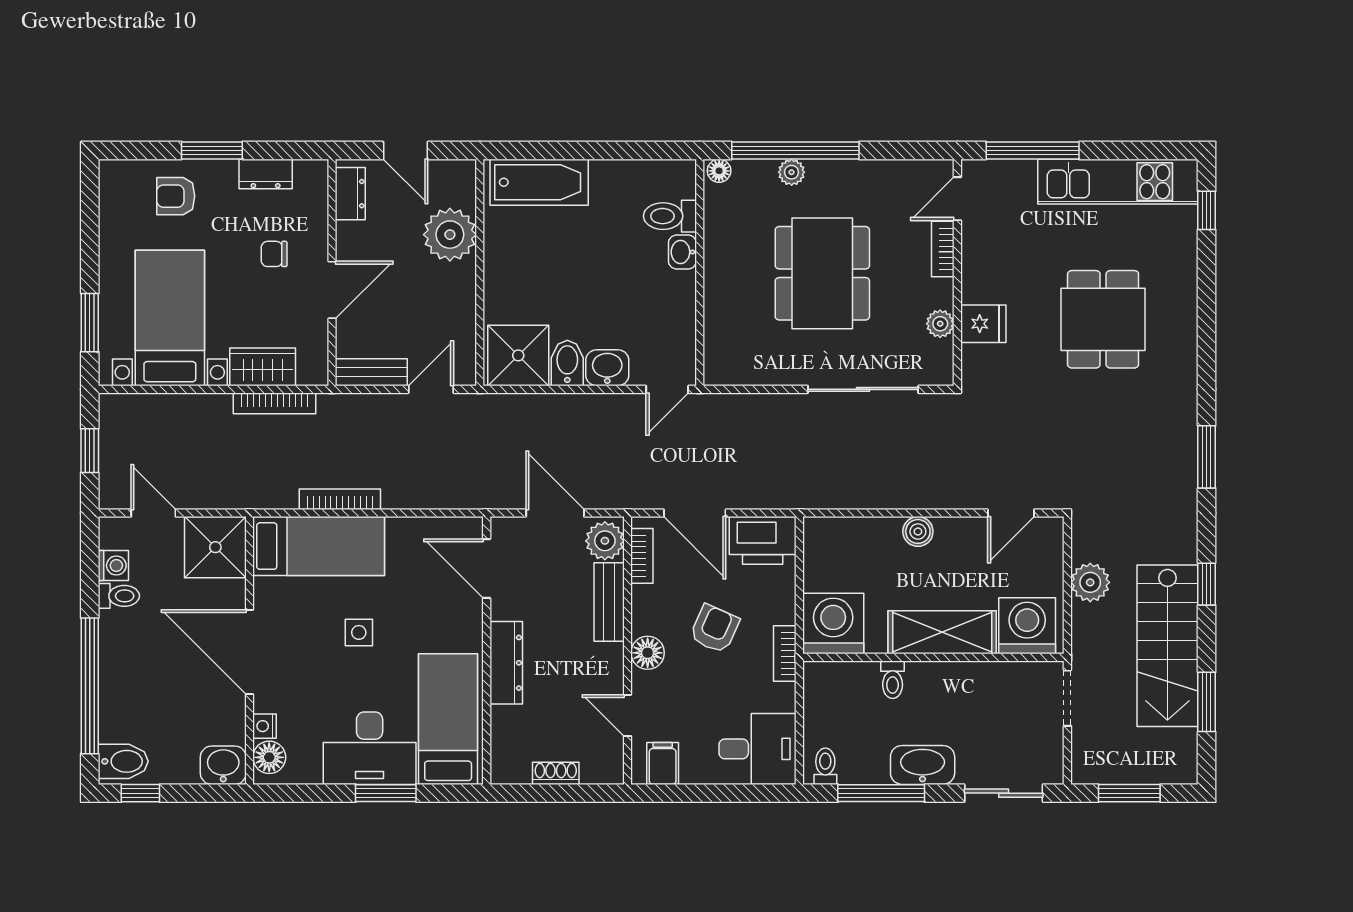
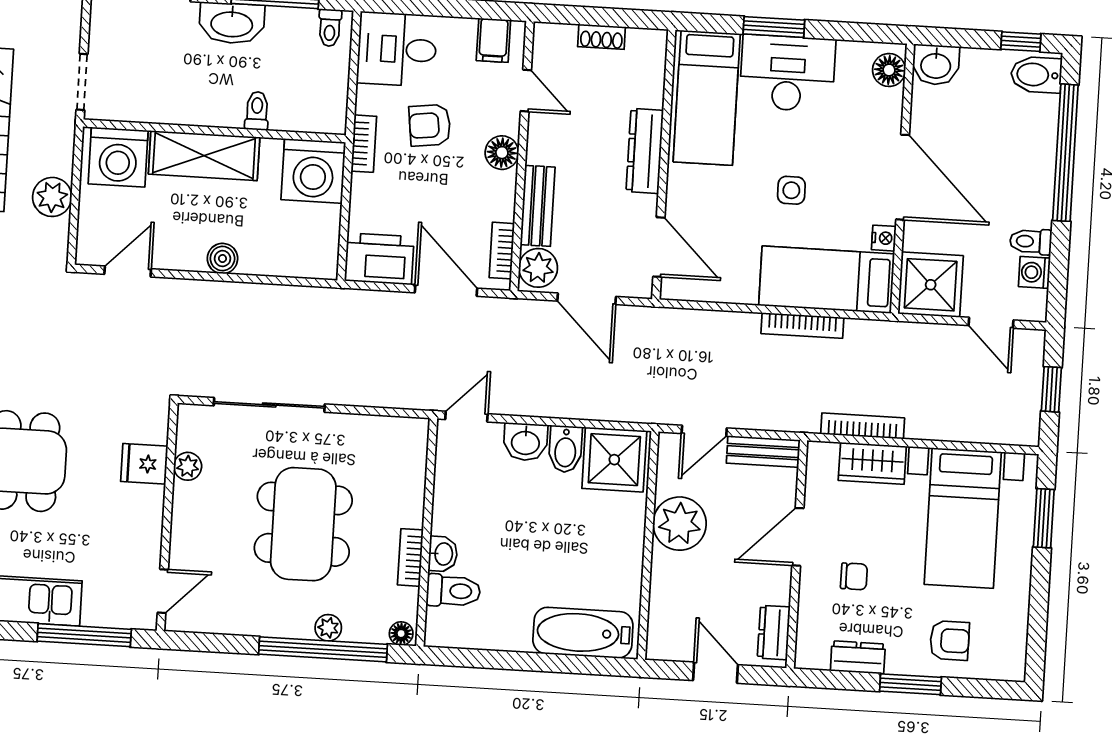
plant: (450, 235) -> (680, 524), moved
bookcase: (943, 249) -> (410, 557), moved, turned 180
armchair: (715, 629) -> (430, 125), moved, turned 59
nightstand: (265, 726) -> (884, 238), moved

